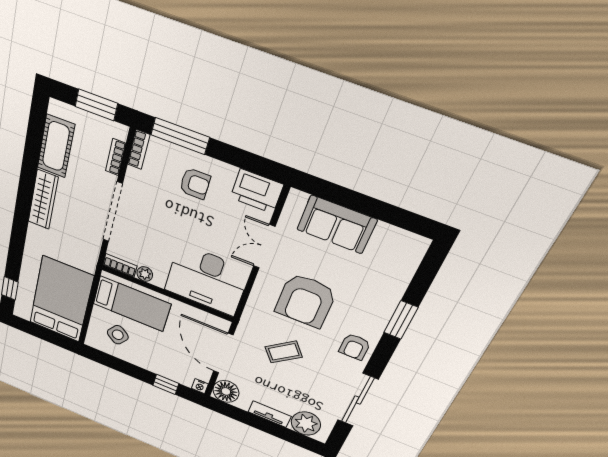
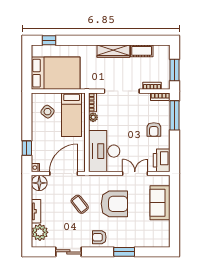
cot: (56, 146) -> (142, 51), width x0.73, depth x0.75
armchair: (306, 301) -> (114, 204), turned 180
sliding door: (358, 400) -> (68, 252), width x0.73

